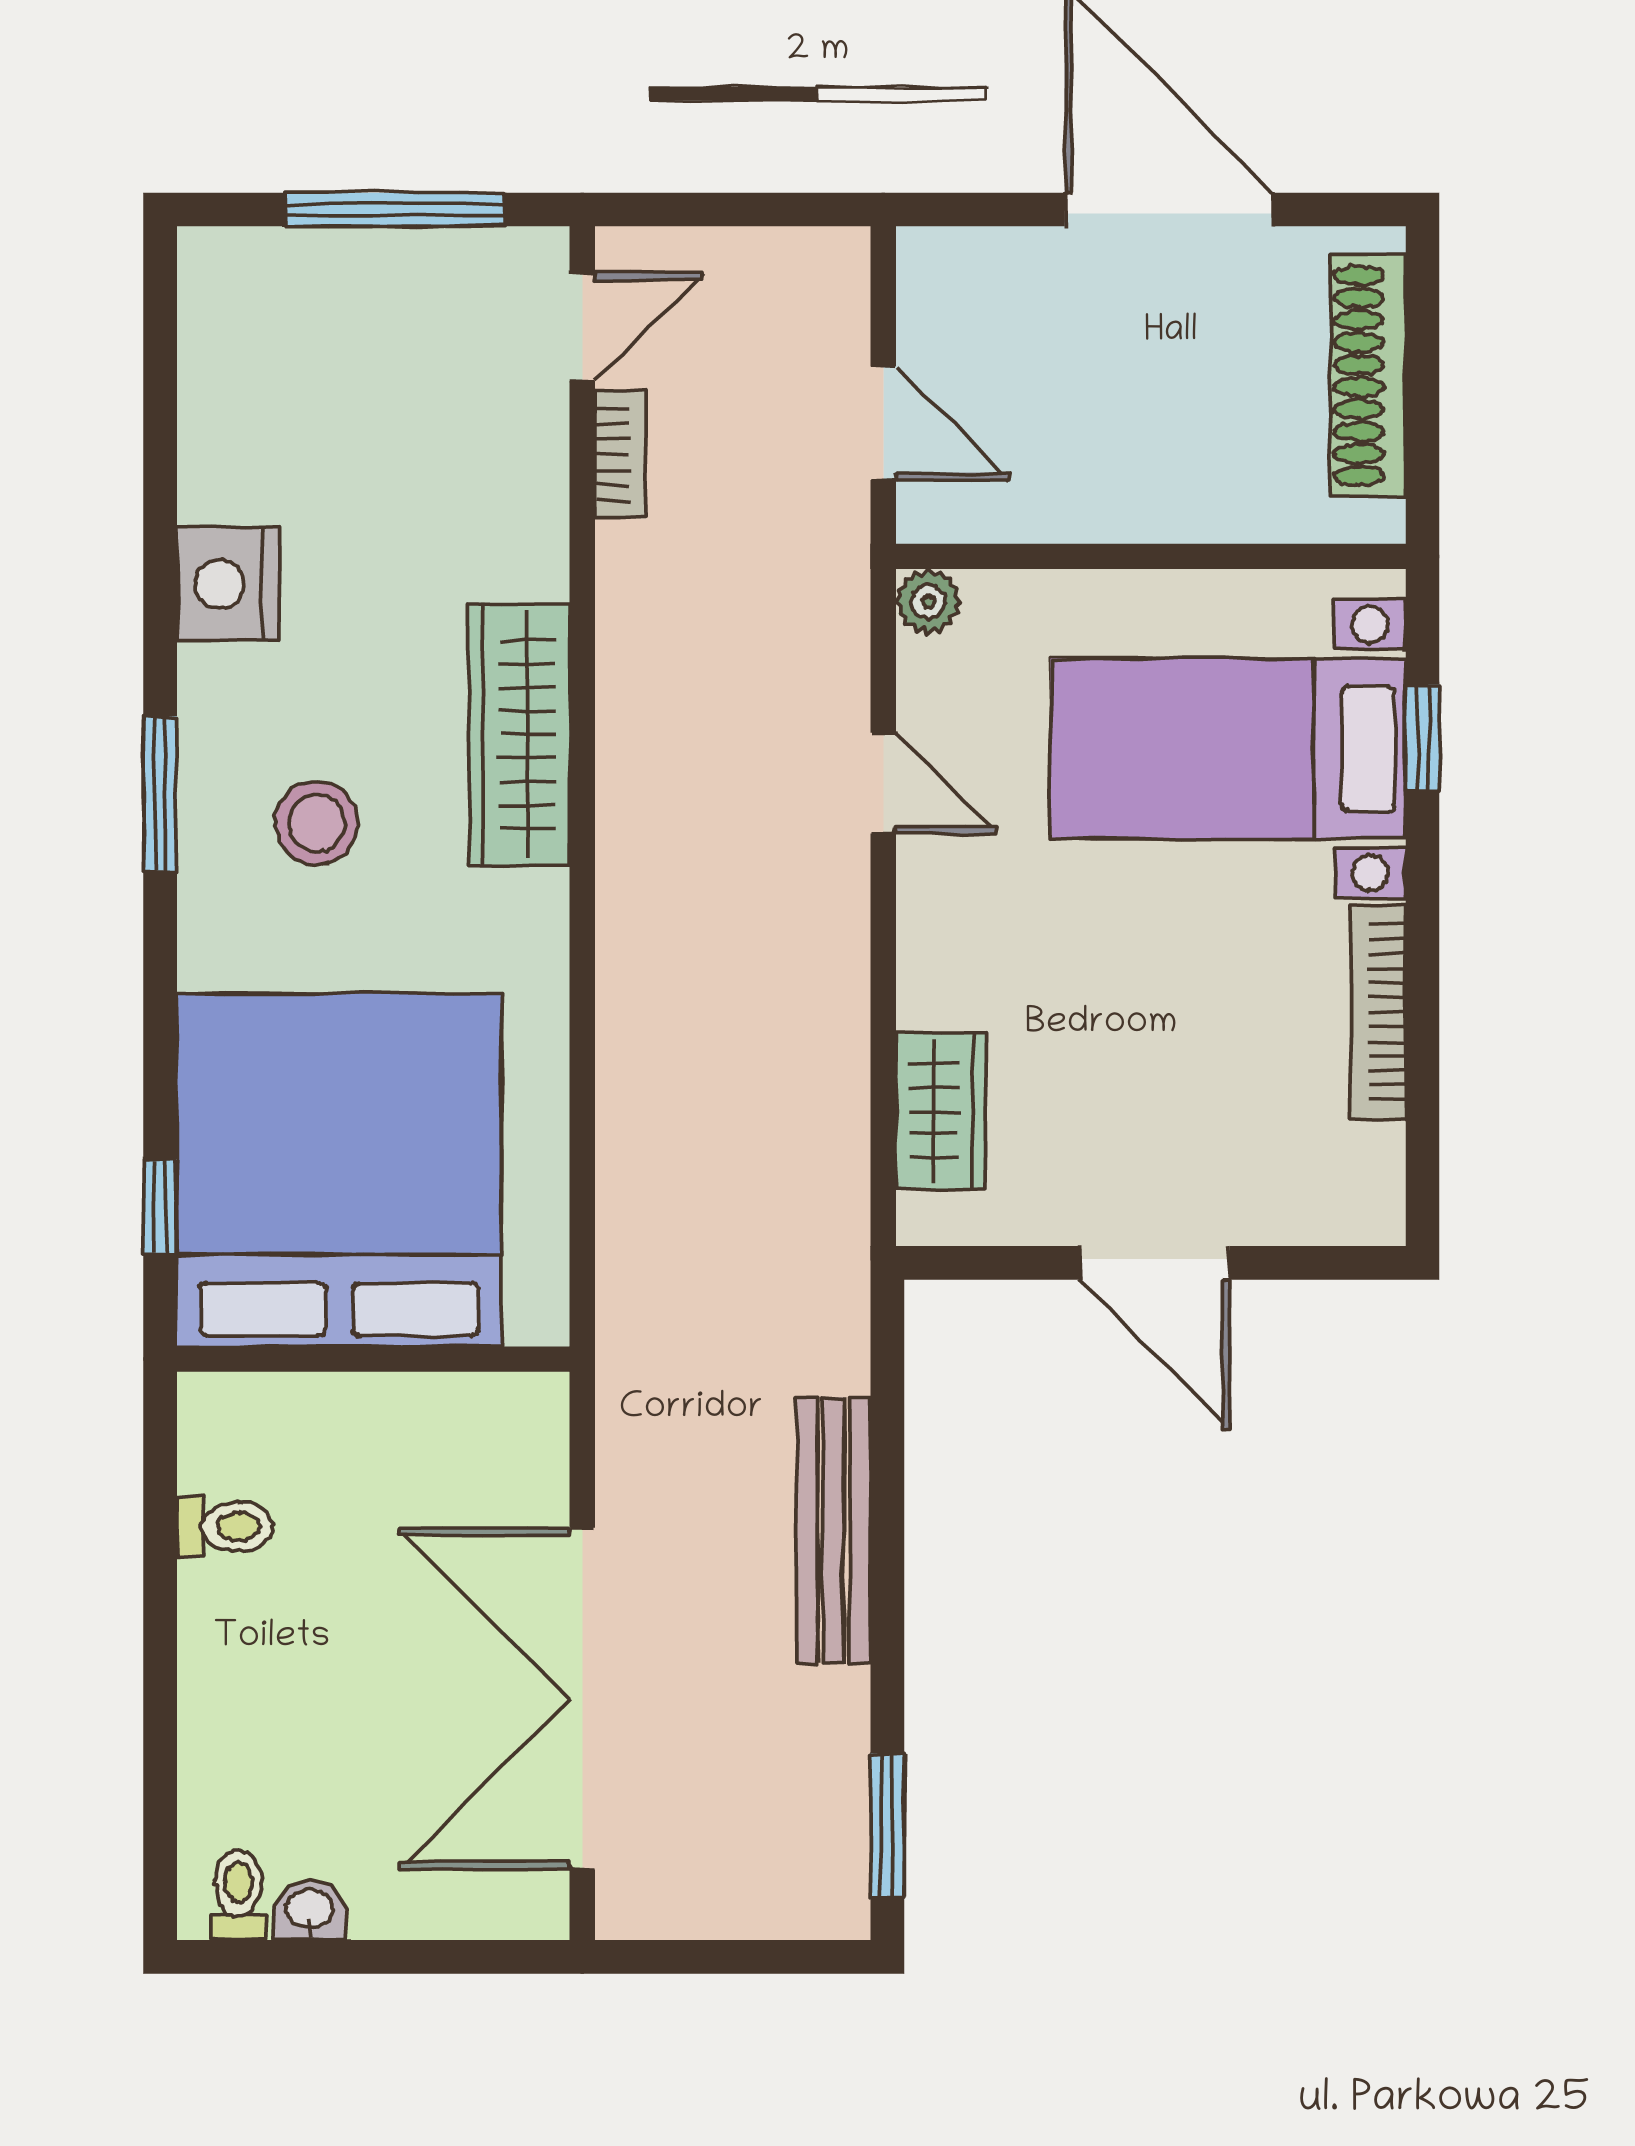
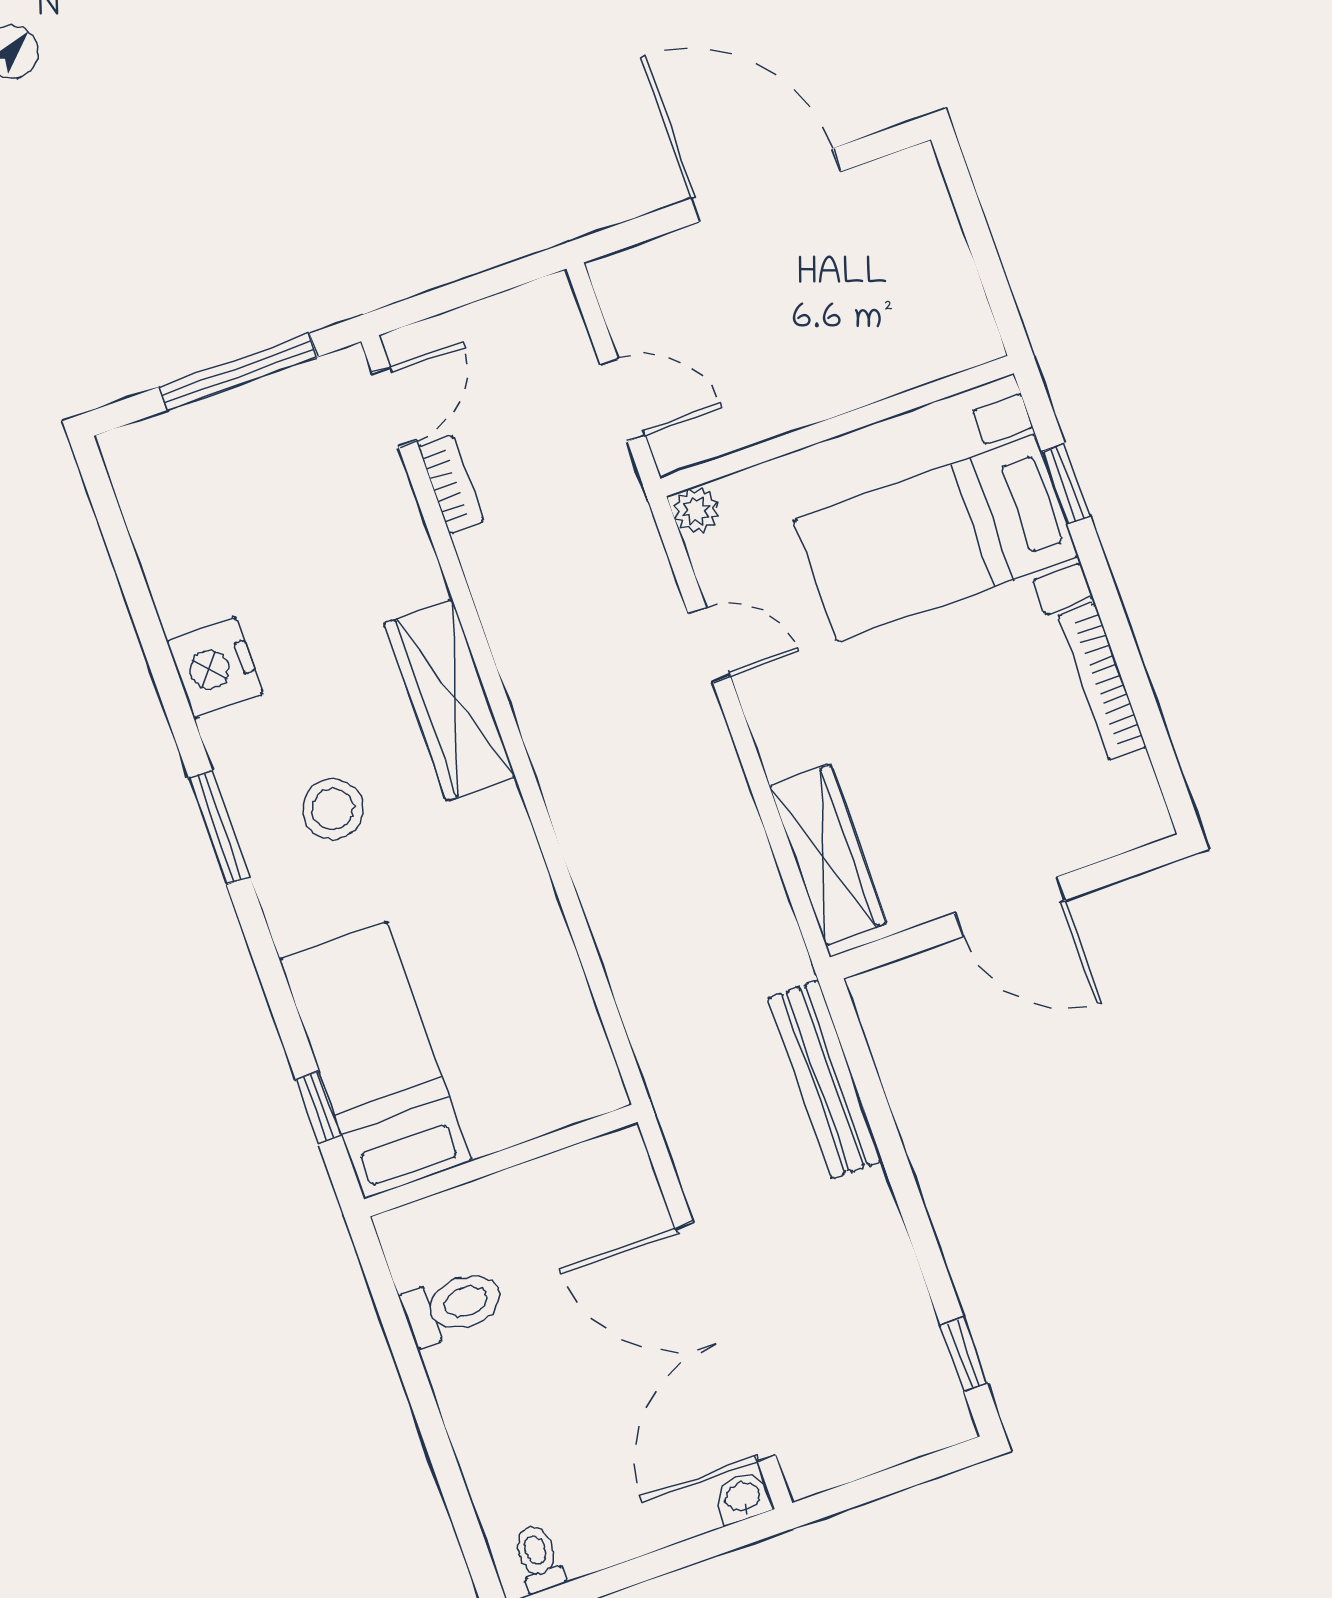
shoe rack: (1368, 376) -> (942, 250), removed
wardrobe: (941, 1111) -> (828, 855), width x1.50
bed: (339, 1170) -> (375, 1060), width x0.49
toilet: (225, 1527) -> (453, 1306), width x1.37, depth x1.39
bench: (833, 1530) -> (825, 1079), moved
window: (887, 1825) -> (964, 1354), width x0.67
washbasin: (310, 1910) -> (743, 1498), moved

